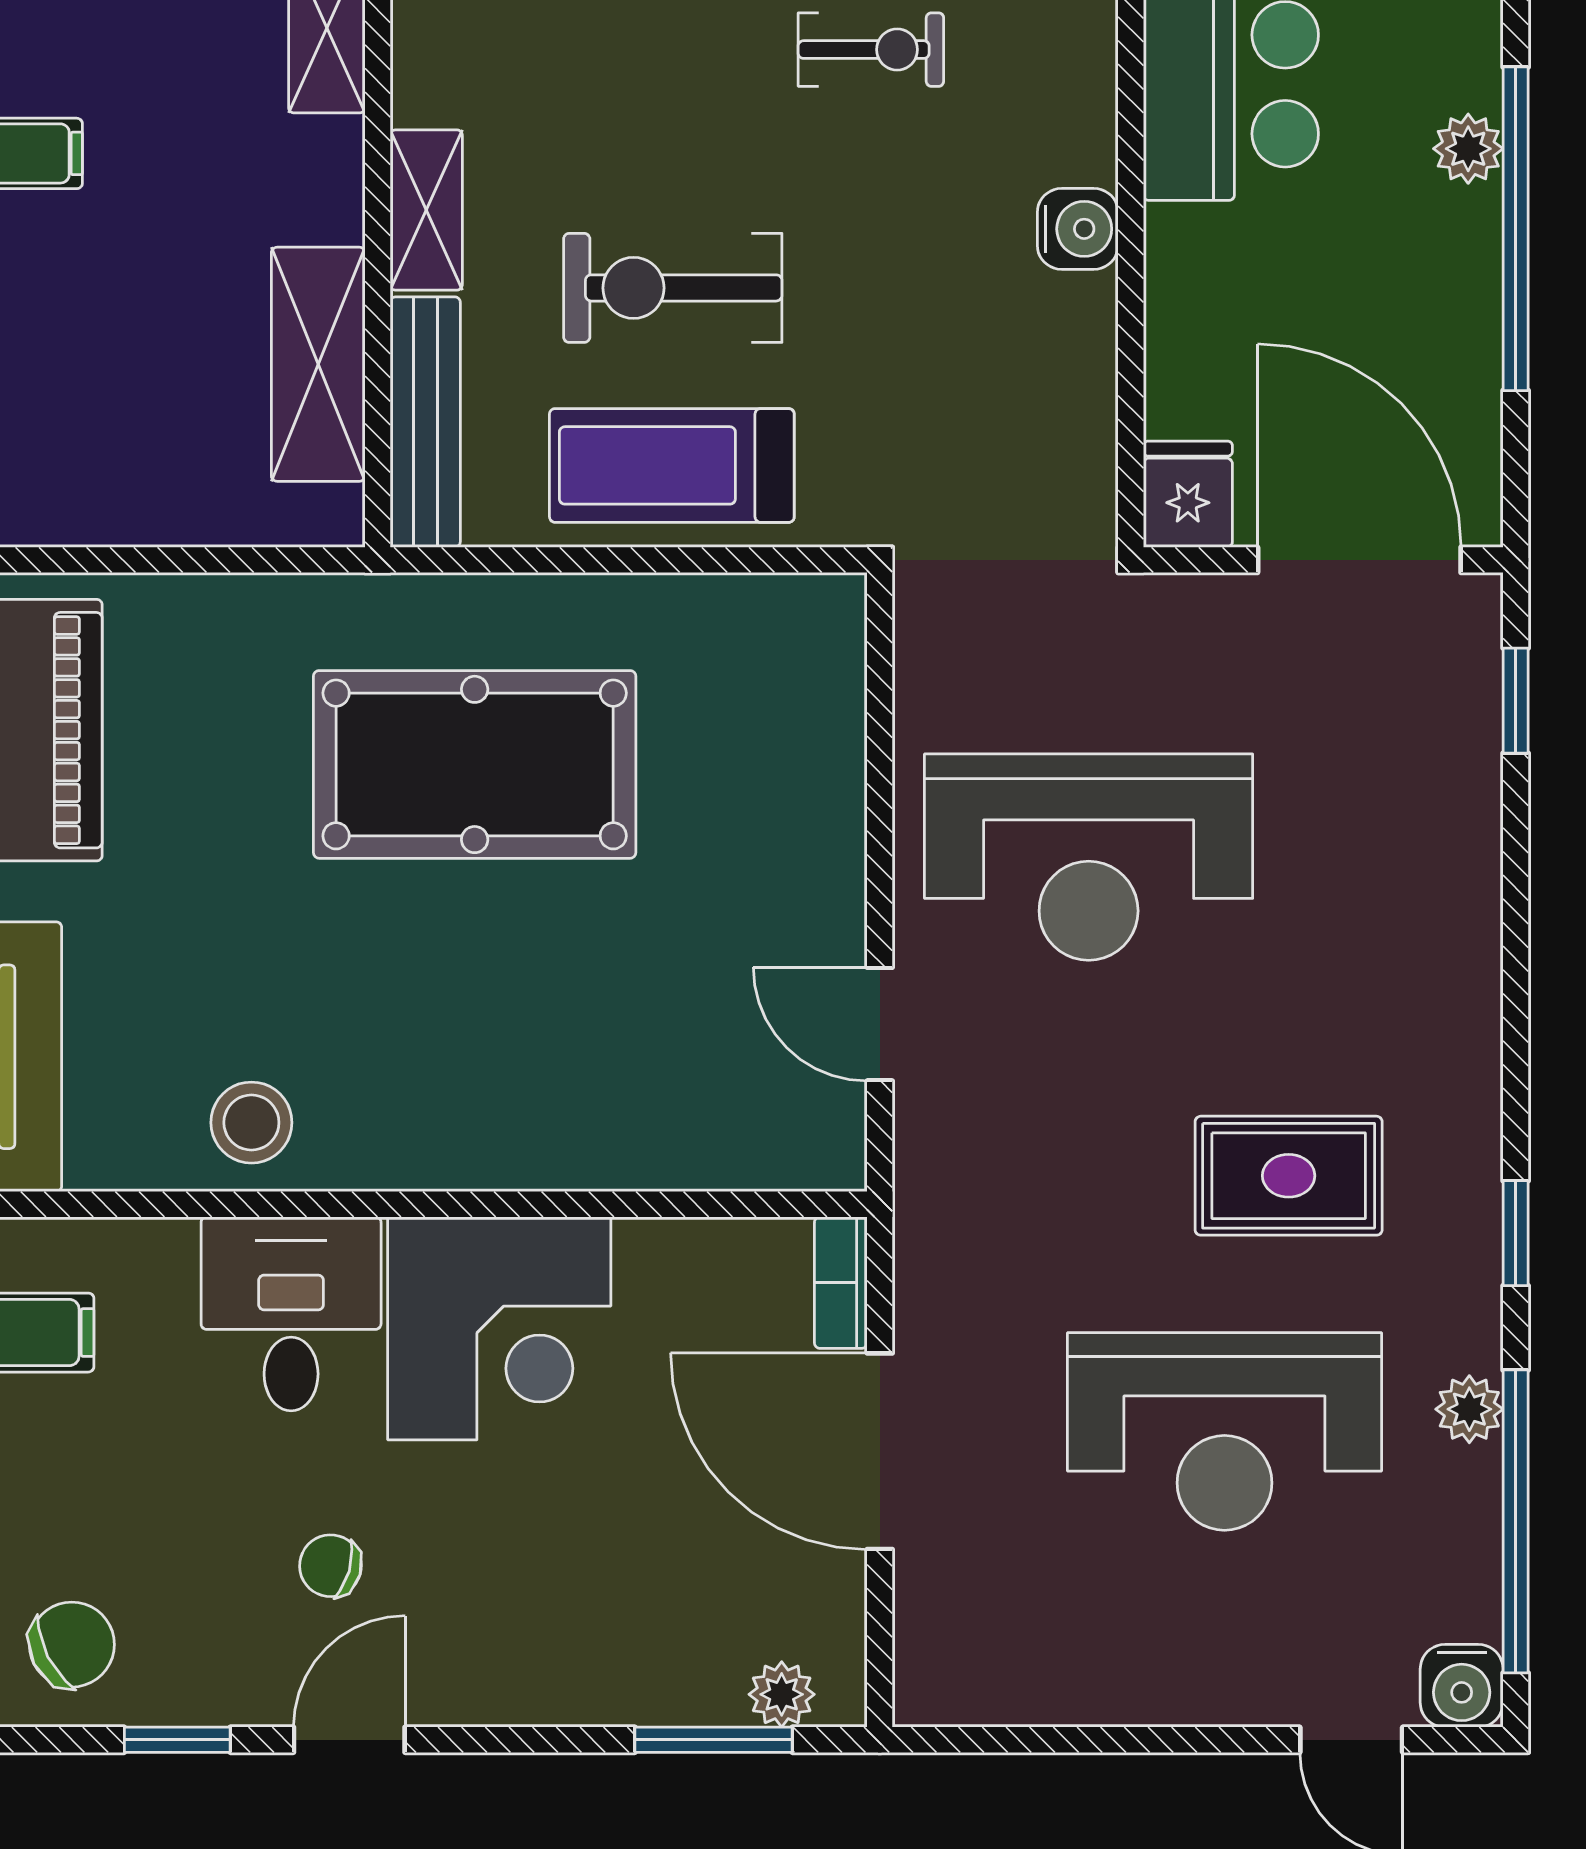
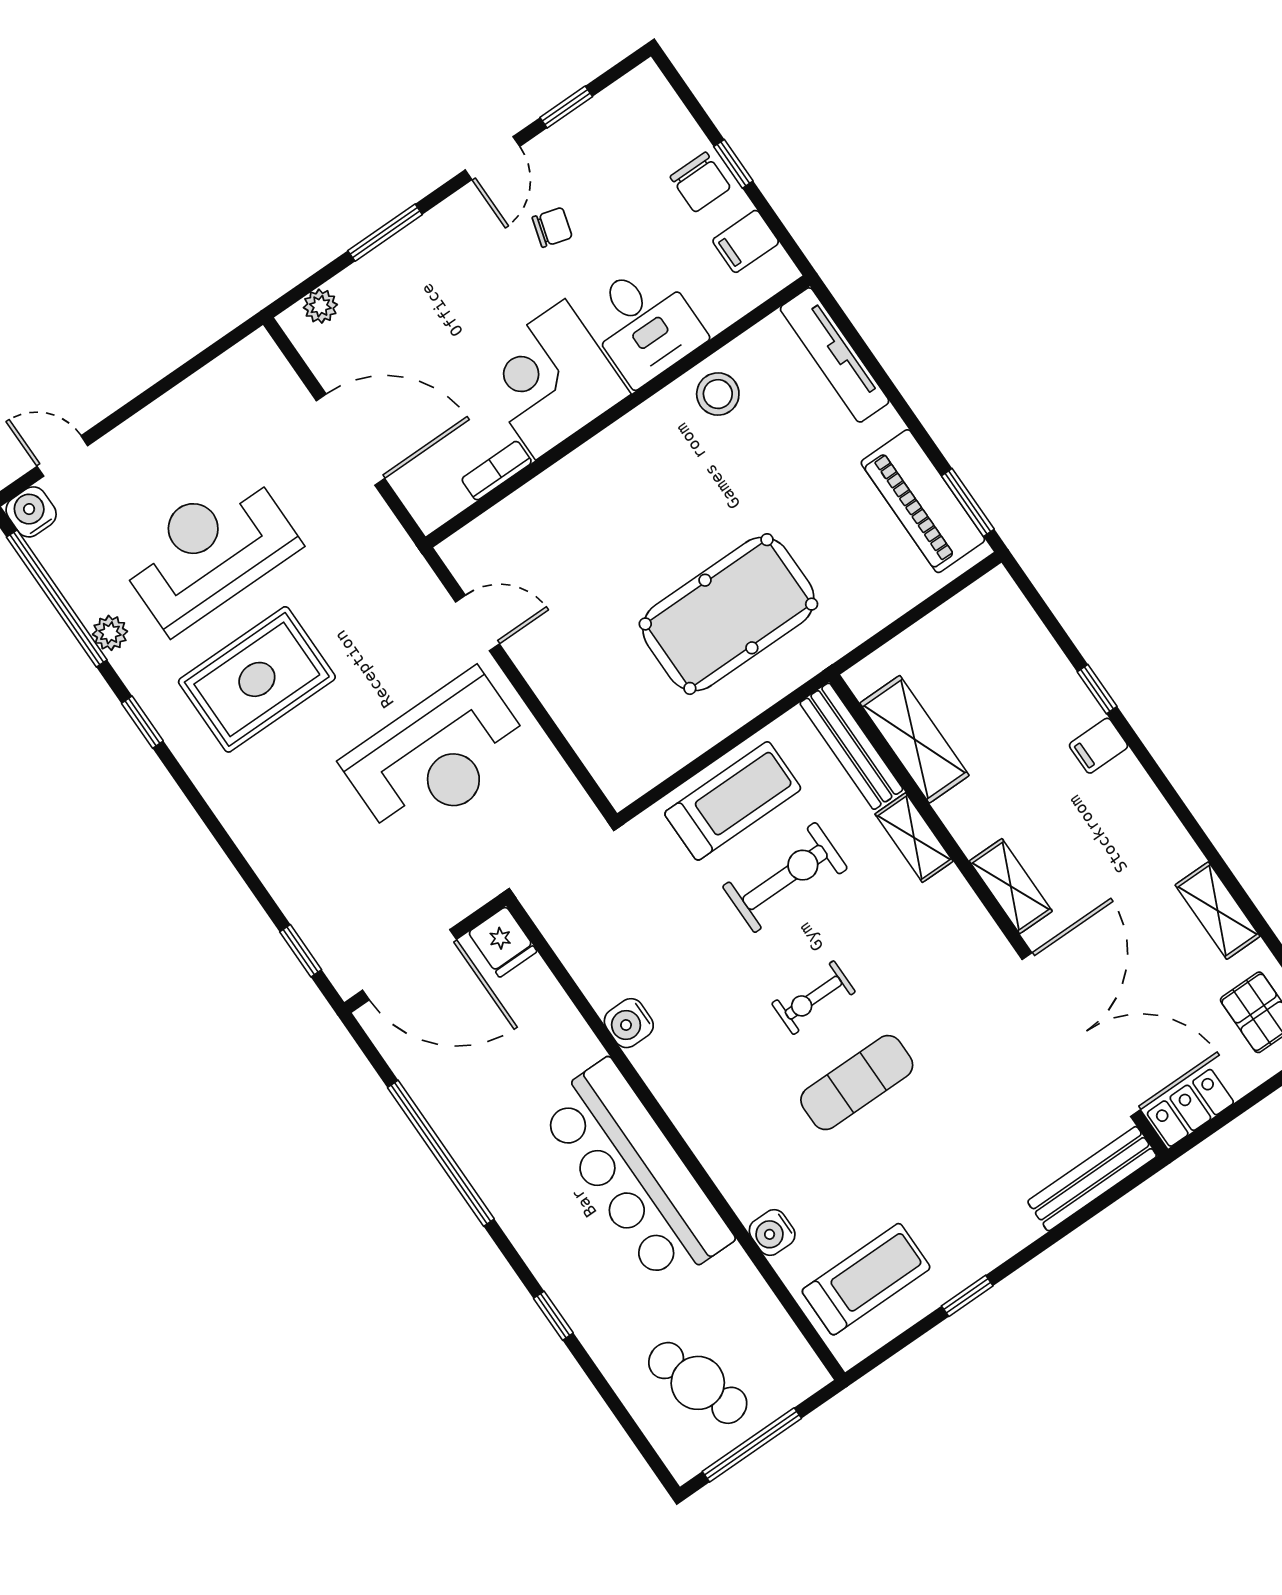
exercise bike: (871, 50) -> (813, 998), moved
plant: (1468, 149) -> (485, 1174), removed
reception desk: (1089, 857) -> (437, 757), turned 180
rug: (1289, 1176) -> (257, 679), width x1.36, depth x1.43
bookcase: (841, 1283) -> (497, 471), moved, turned -90
chair: (72, 1645) -> (700, 182), moved, turned -63
window: (714, 1740) -> (385, 233), moved

